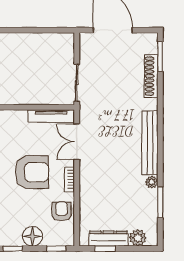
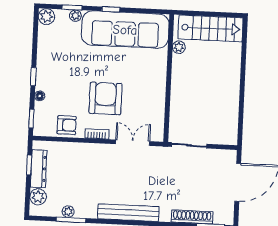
tv unit: (51, 116) -> (158, 119), removed
armchair: (32, 172) -> (106, 98), turned 180
plant: (152, 182) -> (68, 212), moved
floor lamp: (32, 236) -> (40, 96), width x0.53, depth x0.53

